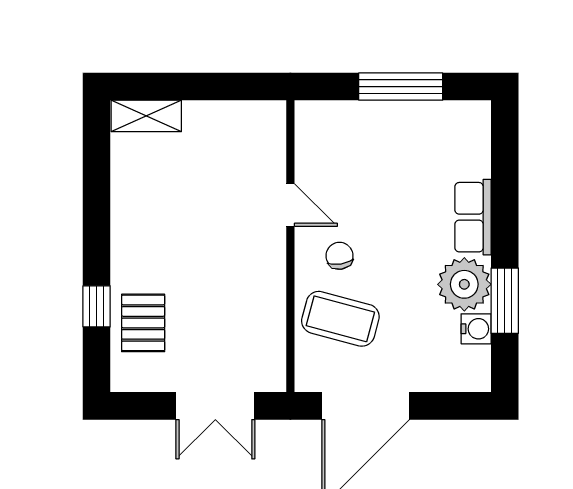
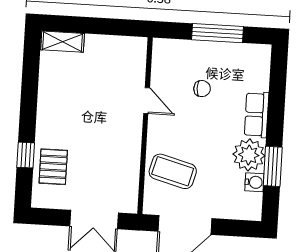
chair: (339, 256) -> (202, 89), moved, turned 99

